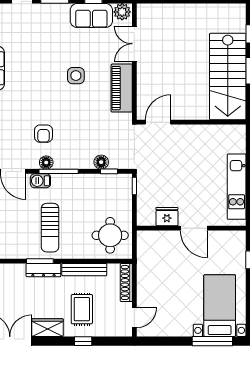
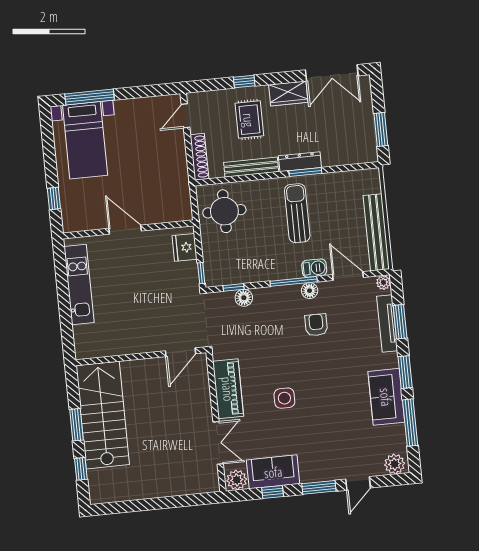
fridge: (167, 217) -> (185, 247), moved, turned 90

